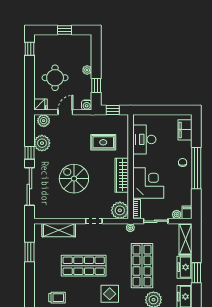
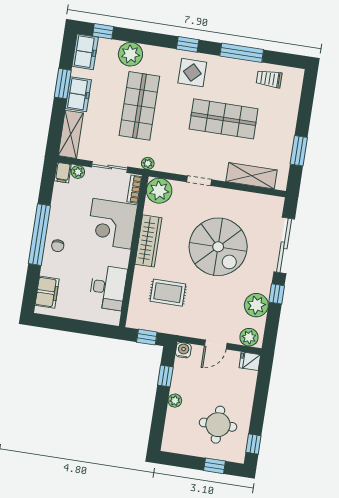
window: (65, 30) -> (214, 466), moved
round table: (55, 78) -> (218, 425), moved
spiral stairs: (74, 179) -> (218, 247), width x1.37, depth x1.37

